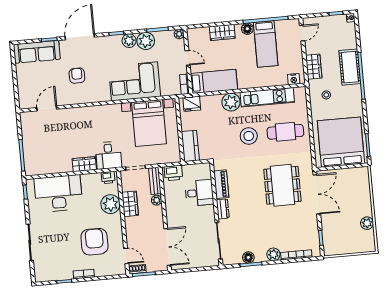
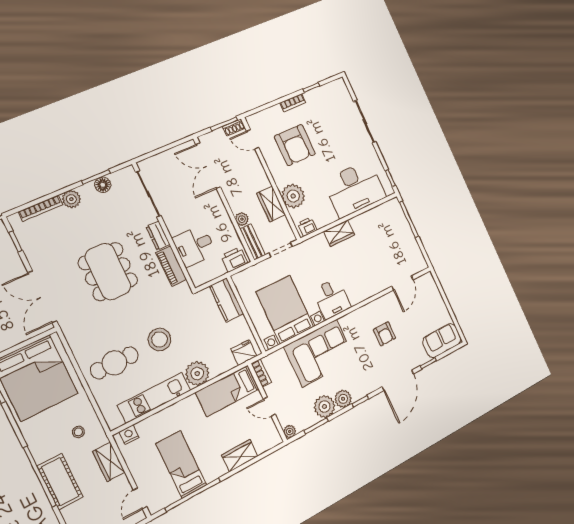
floor lamp: (247, 29) -> (211, 474), removed
sofa: (37, 52) -> (442, 341), width x0.73
desk: (109, 155) -> (332, 299), moved, turned 180
dining table: (282, 185) -> (108, 271), moved

